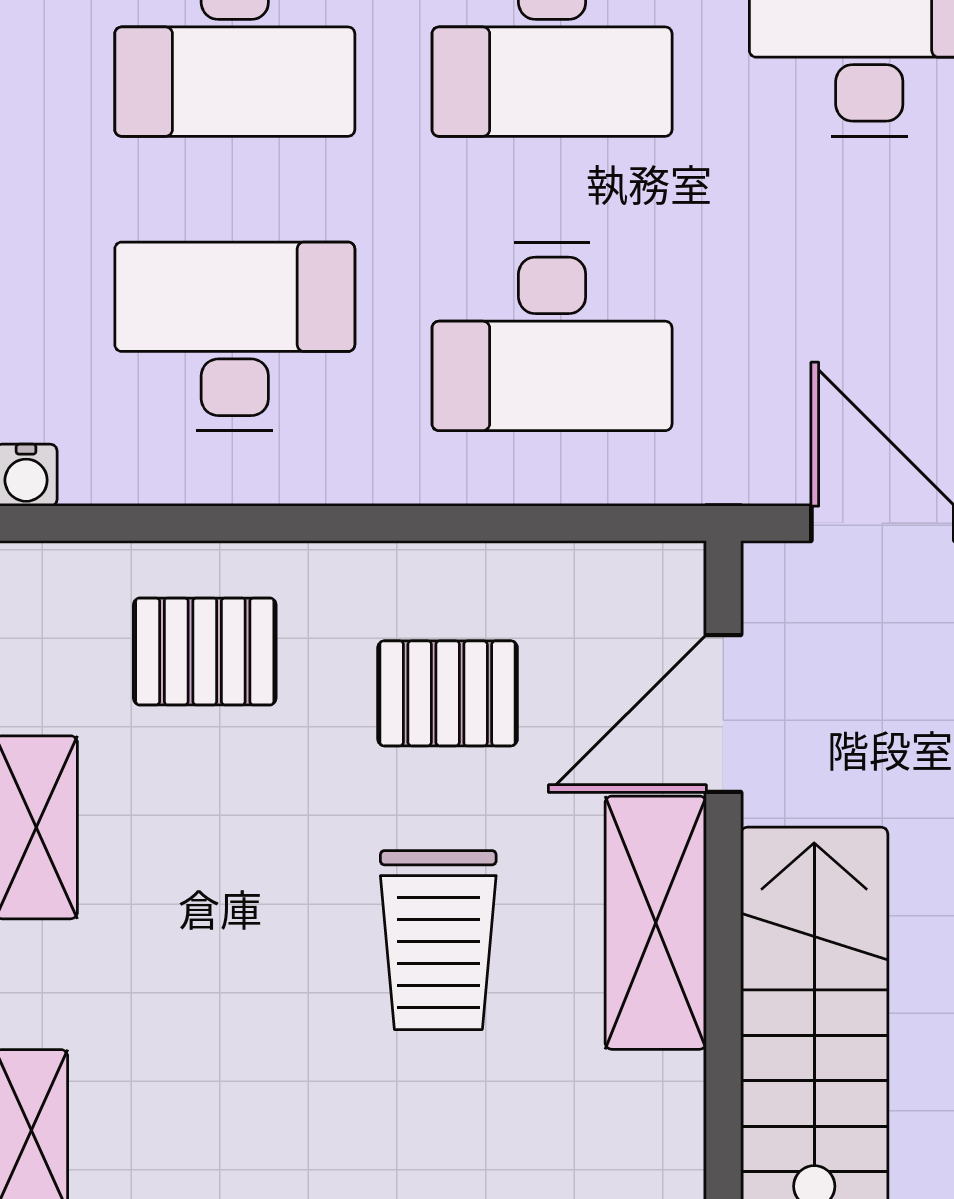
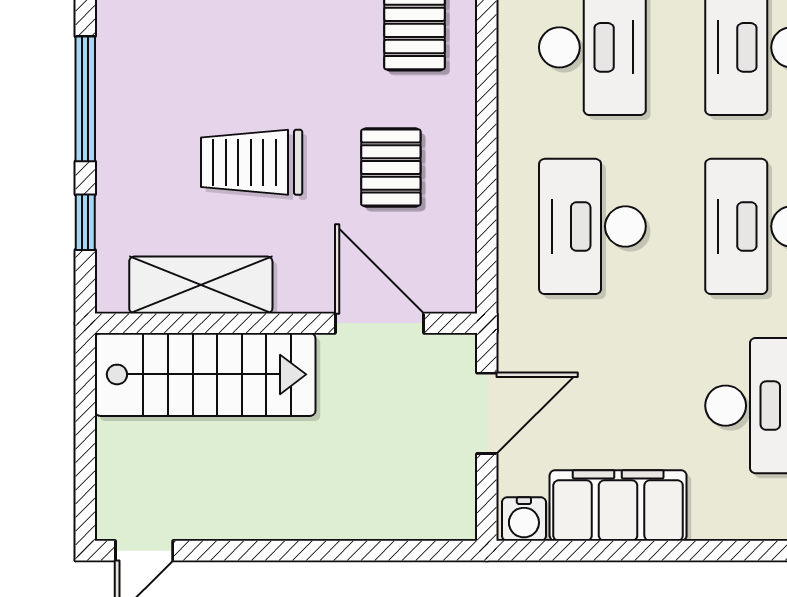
shelving: (656, 923) -> (201, 285), moved

